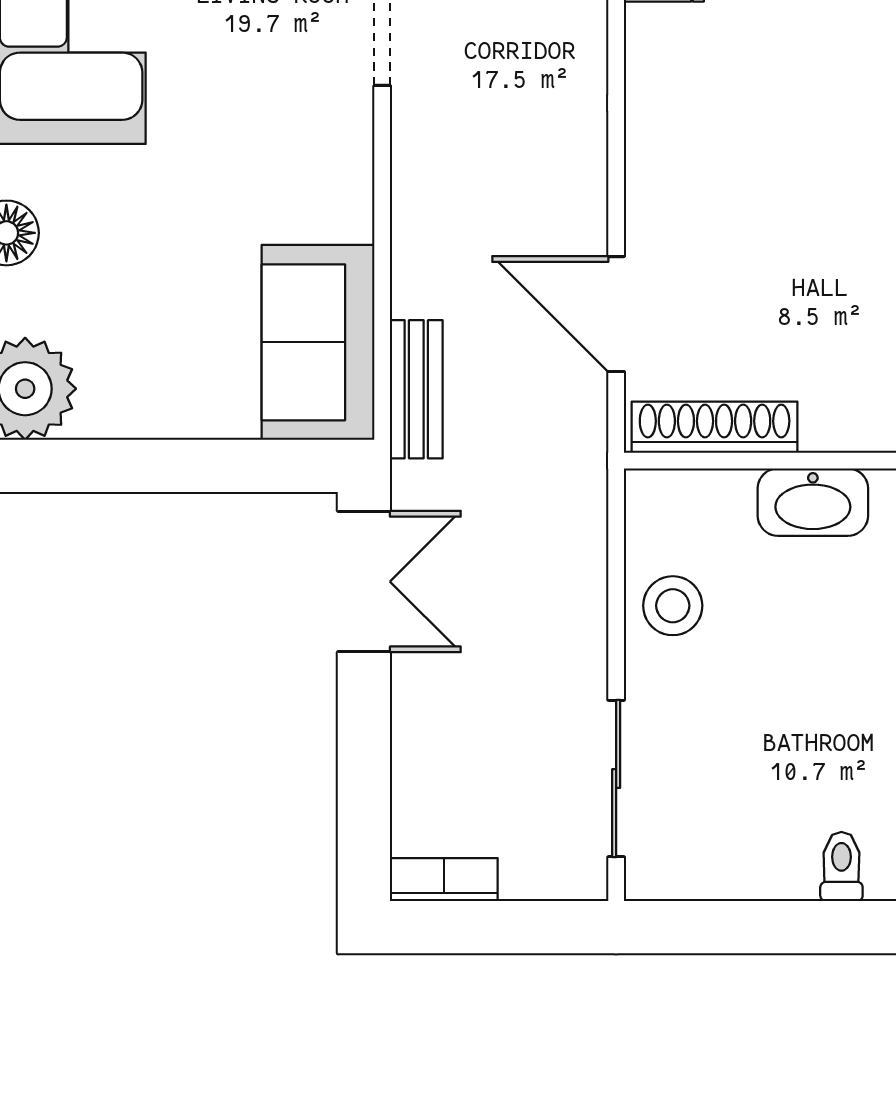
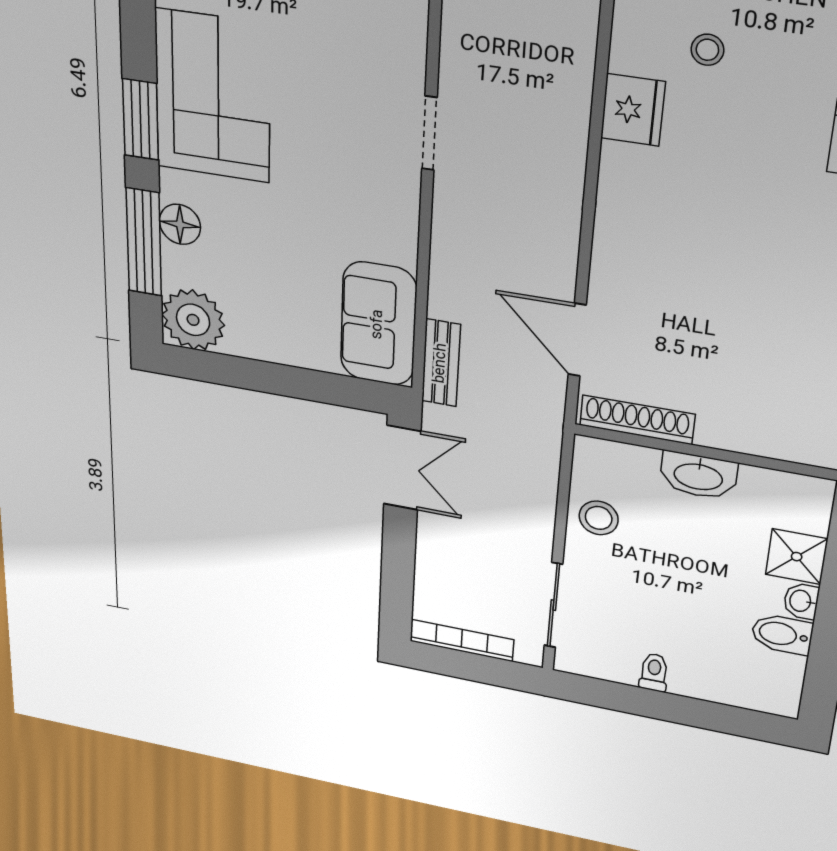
toilet: (841, 867) -> (654, 672), moved
bookcase: (444, 880) -> (462, 640), width x1.56

